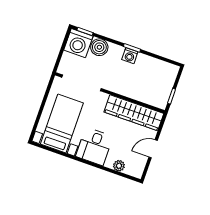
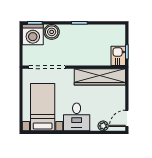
washing machine: (130, 56) -> (80, 30), removed
kitchen sink: (161, 97) -> (118, 56), added
door: (153, 149) -> (127, 118), moved

